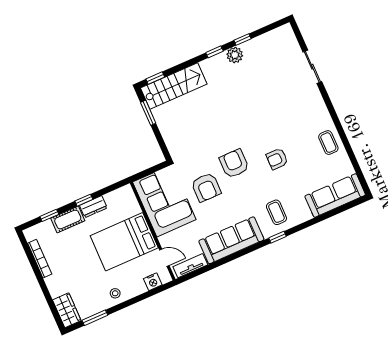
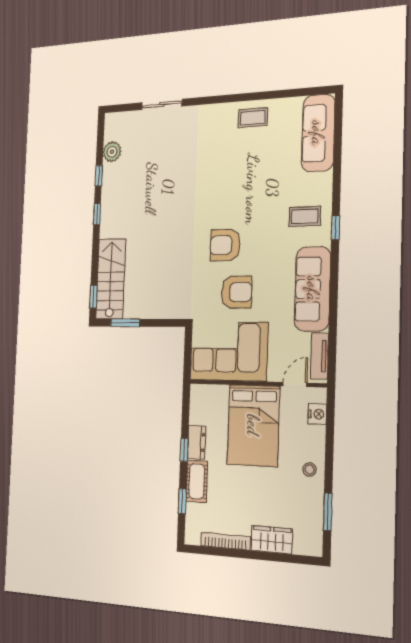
plant: (235, 55) -> (112, 152), moved
armchair: (277, 159) -> (243, 189), removed
wardrobe: (67, 310) -> (272, 540), moved

